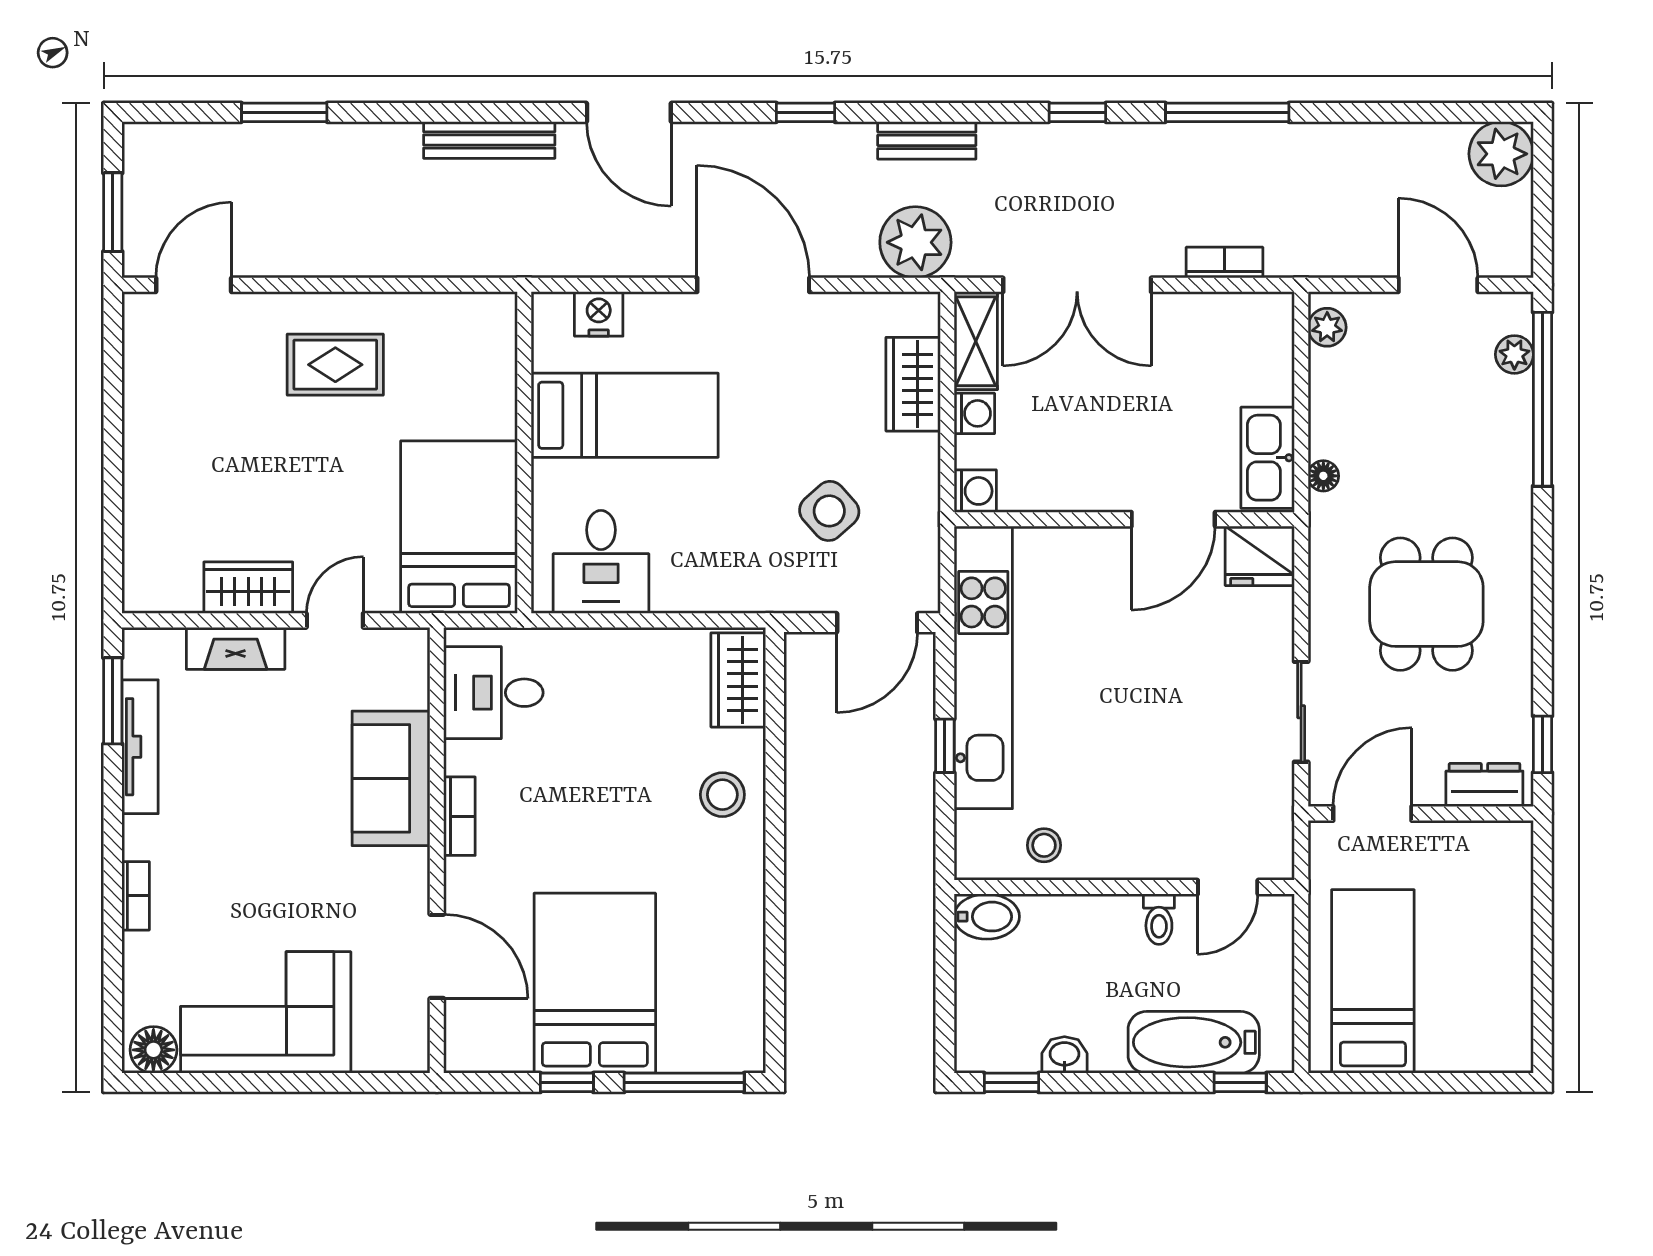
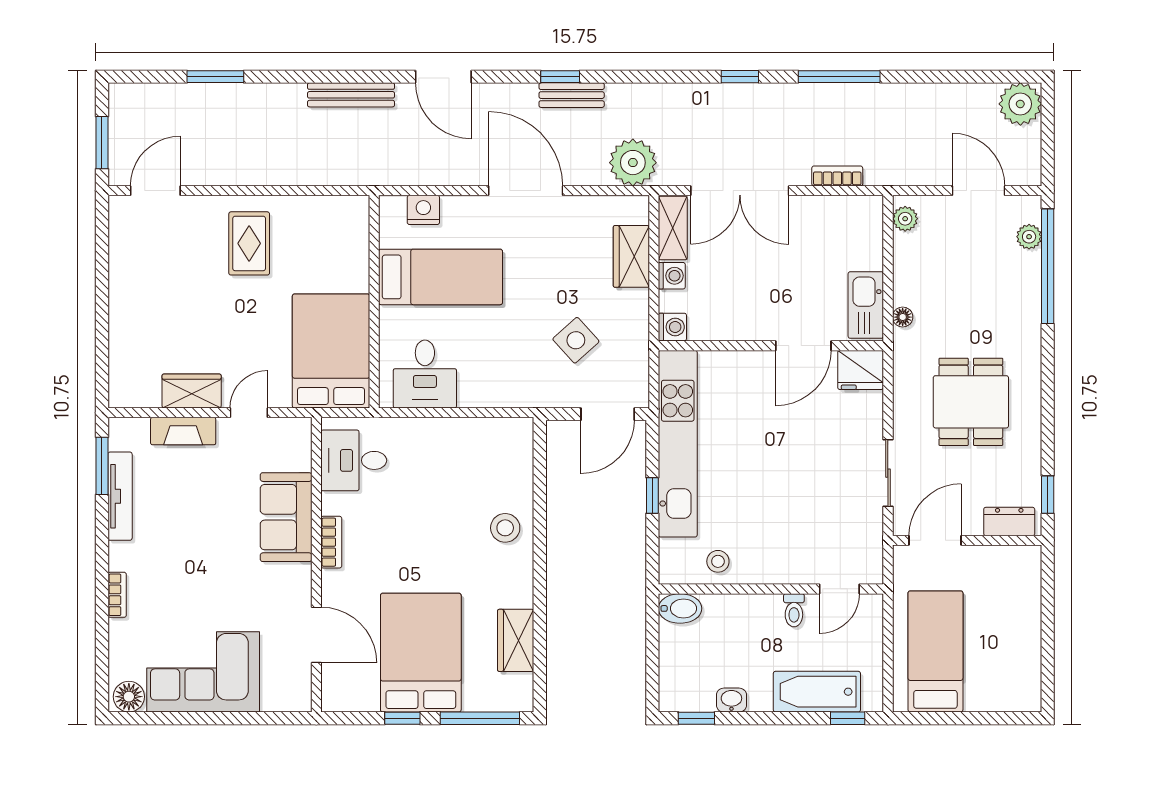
bench: (927, 140) -> (572, 95), moved
rug: (335, 365) -> (249, 243), turned 90
wardrobe: (738, 680) -> (516, 640), moved

